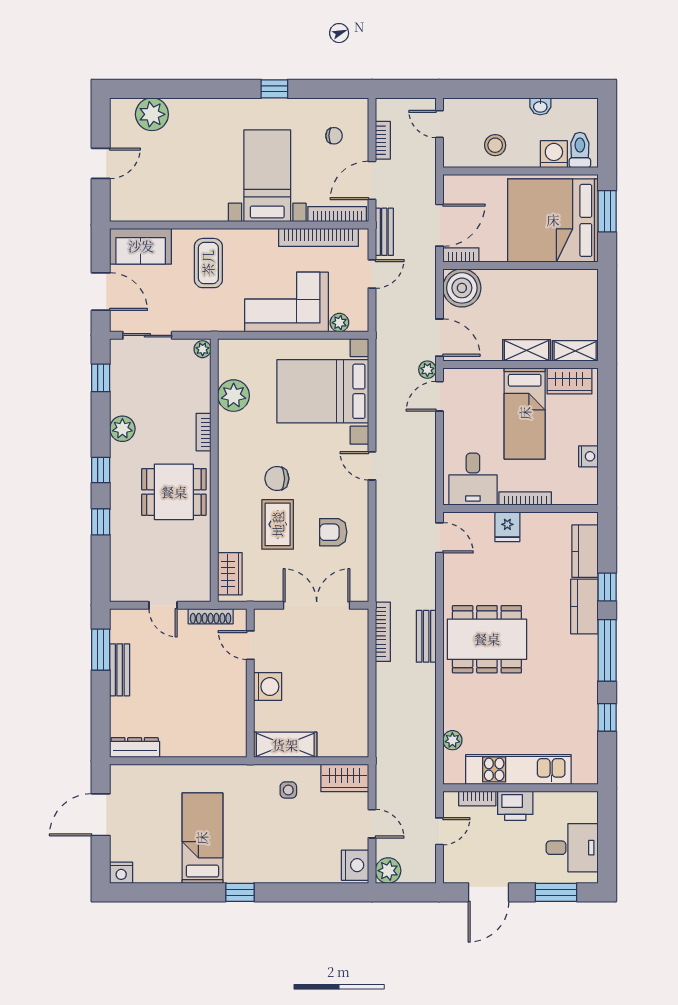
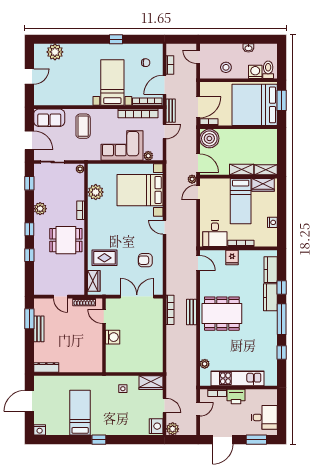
chair: (277, 479) -> (117, 233), removed
rug: (278, 524) -> (104, 258), moved, turned 90
shelving: (285, 745) -> (121, 366), removed

